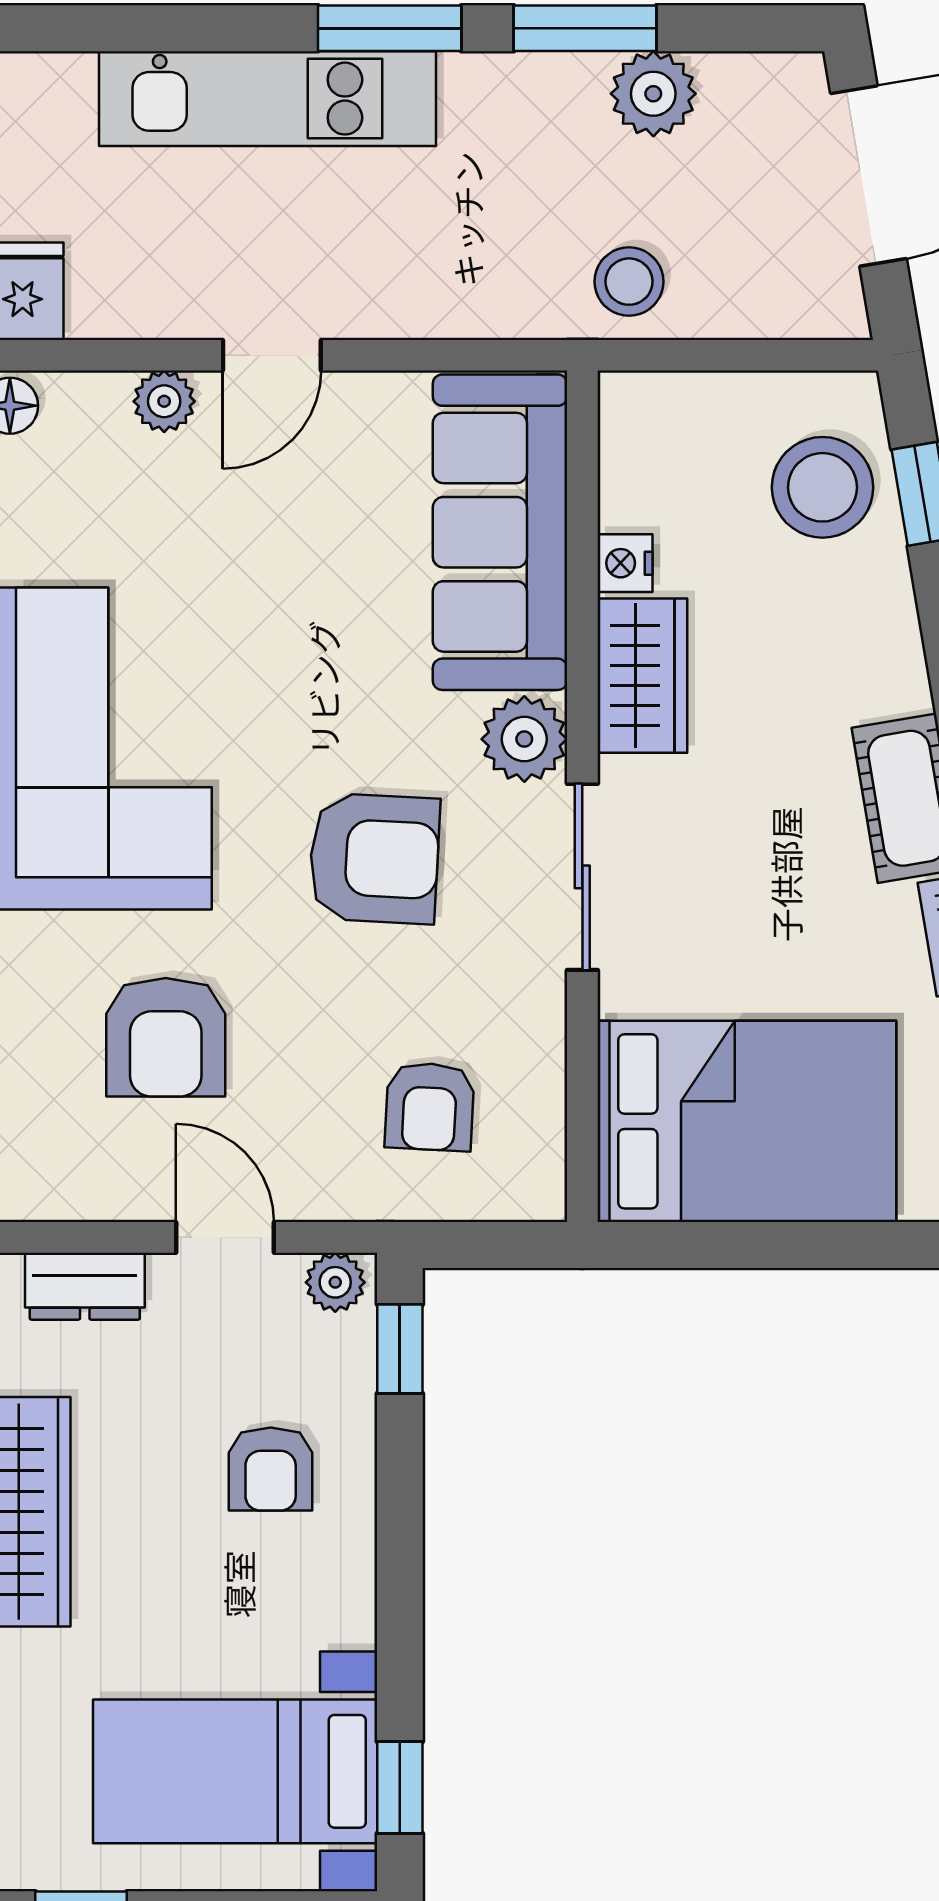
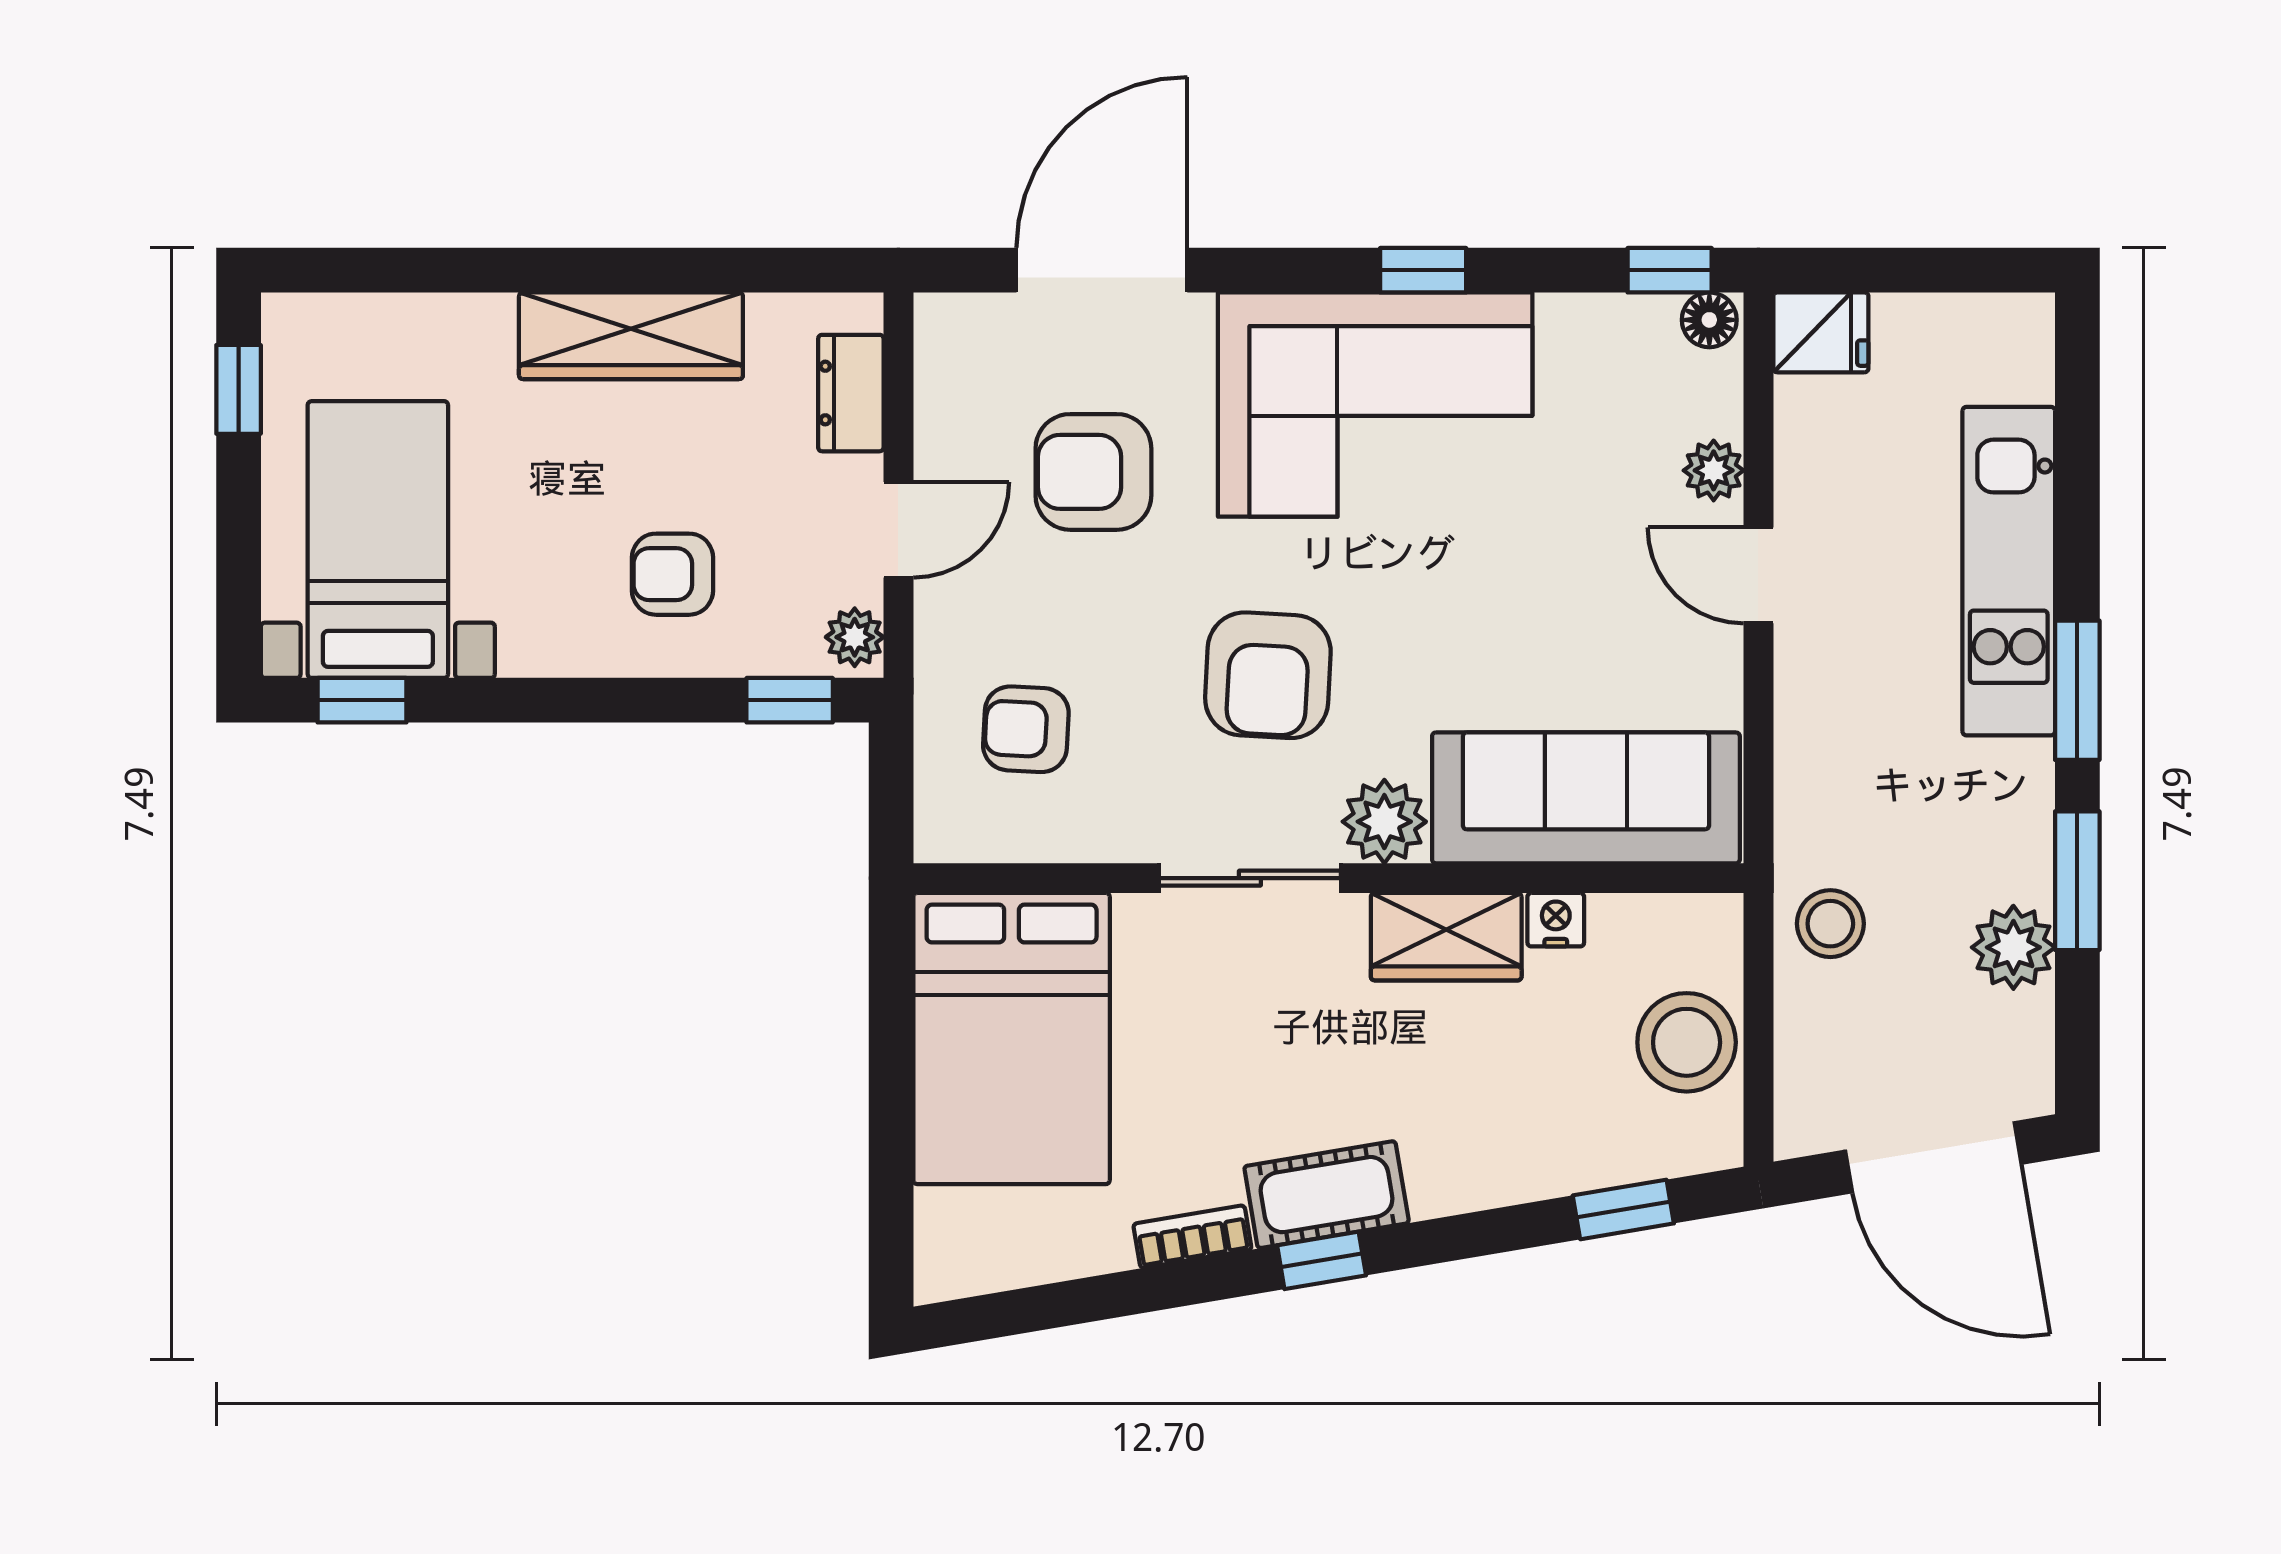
stool: (822, 487) -> (1687, 1042), moved

